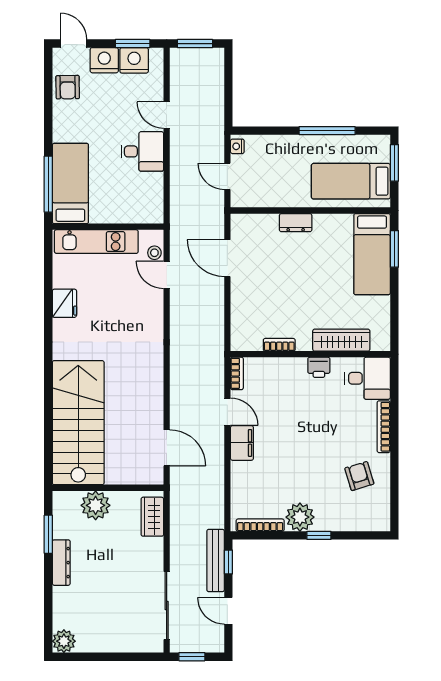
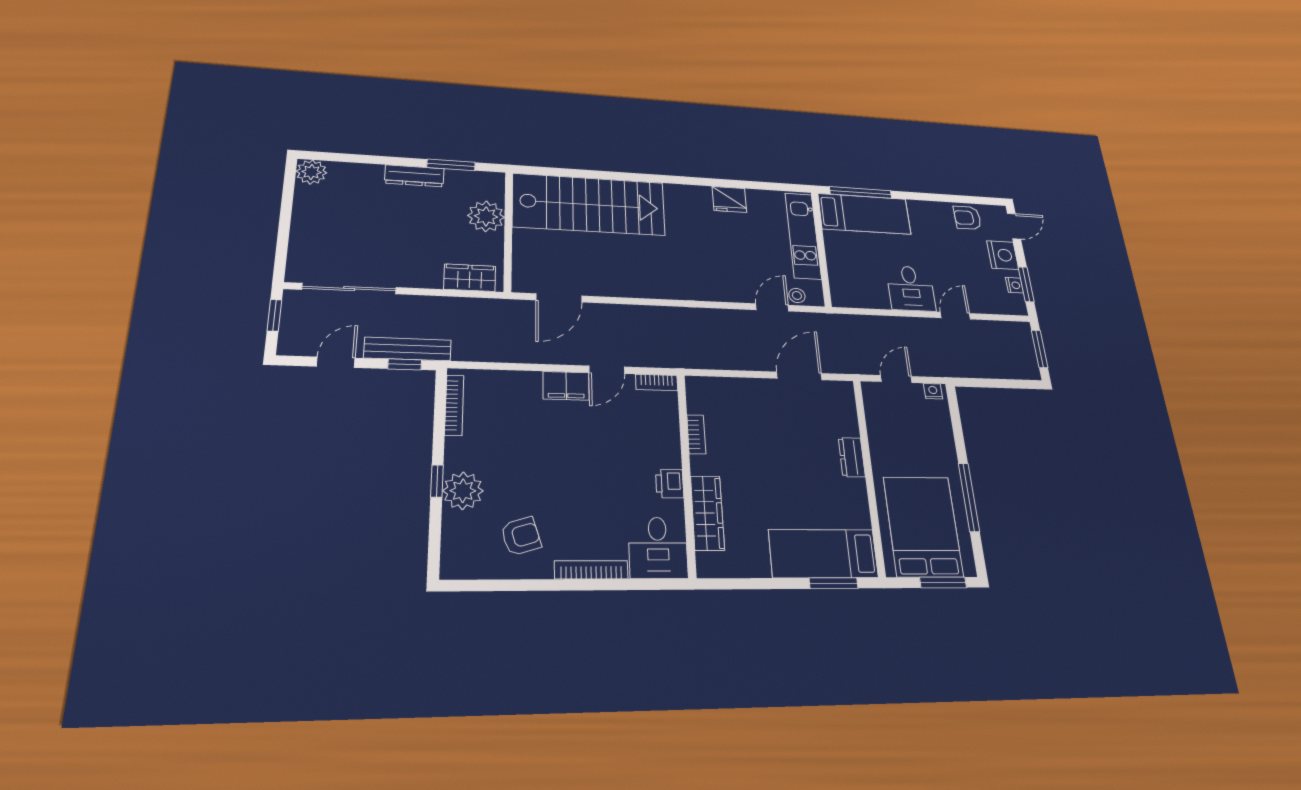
nightstand: (134, 60) -> (1015, 285), width x0.53, depth x0.56
bed: (351, 181) -> (923, 526), width x1.50
plant: (300, 517) -> (463, 491), moved

